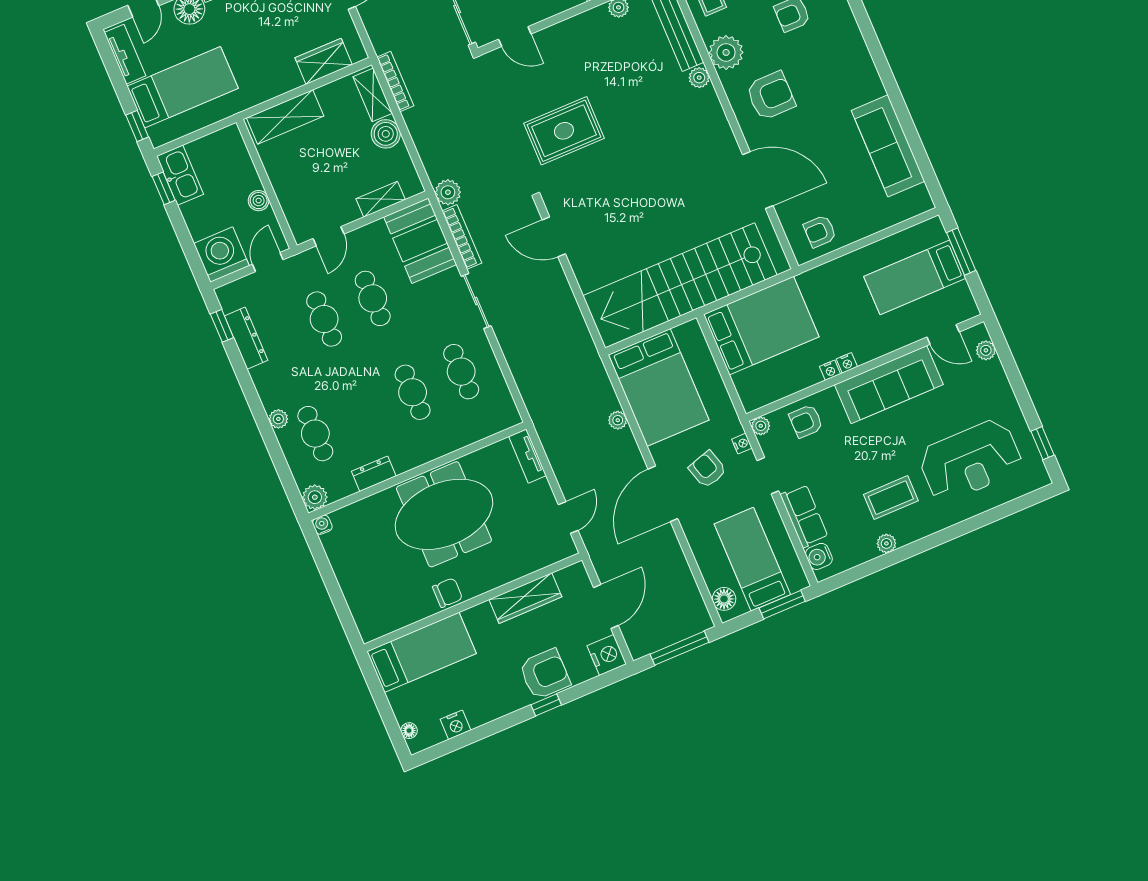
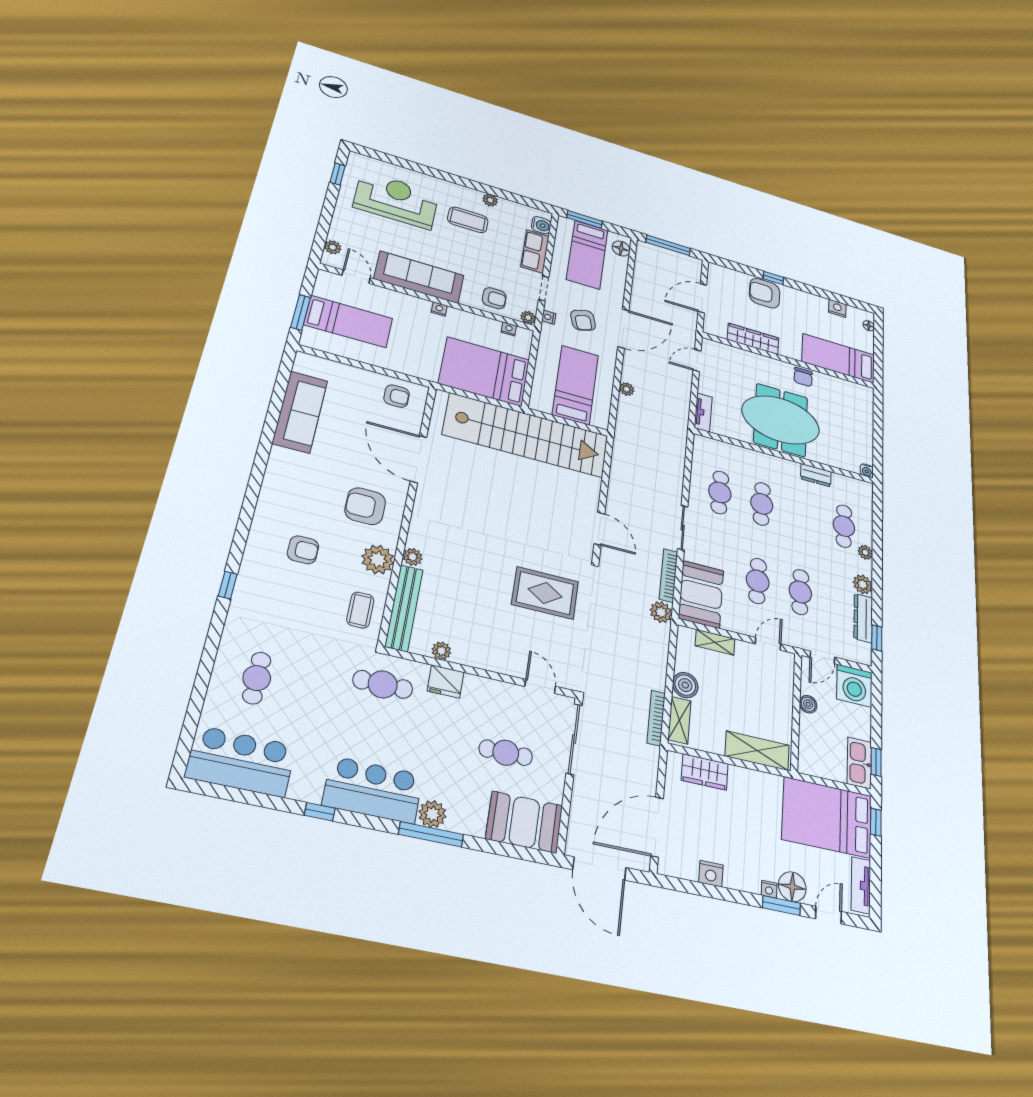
bed: (183, 87) -> (827, 817), width x1.50
nightstand: (830, 370) -> (509, 329), moved
bed: (659, 387) -> (576, 385), width x0.67
plant: (315, 497) -> (863, 584), moved
chair: (447, 593) -> (803, 377), turned -90
nightstand: (607, 655) -> (718, 275), removed

